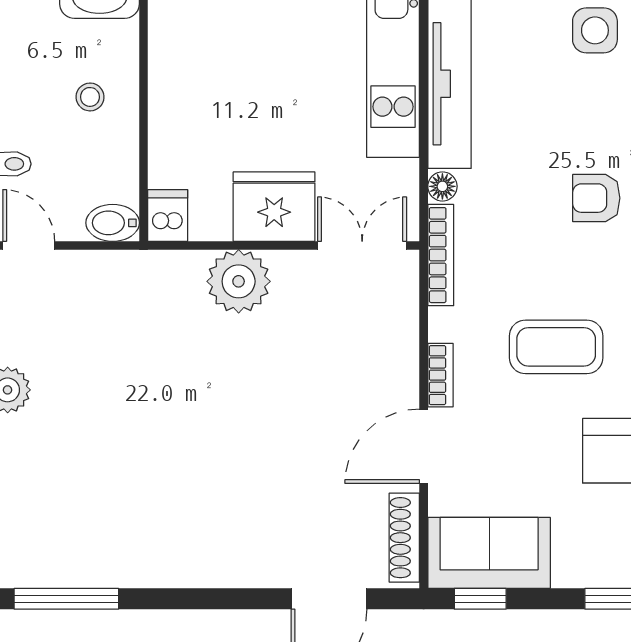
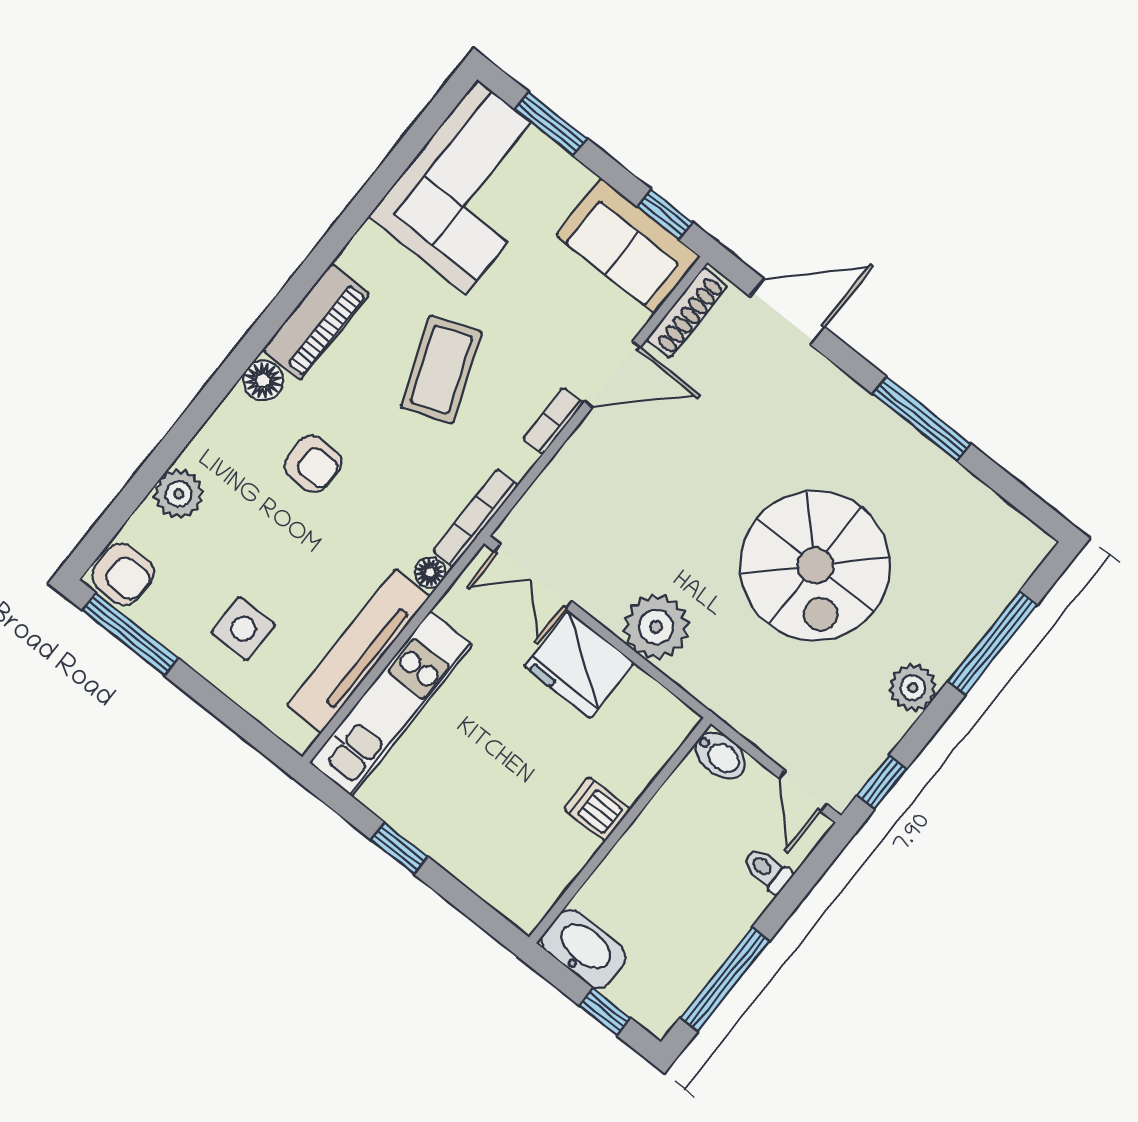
side table: (595, 30) -> (243, 629), moved
stool: (90, 97) -> (658, 872), removed
dishwasher: (168, 216) -> (597, 809), moved, turned 90
coffee table: (556, 347) -> (441, 369), turned 69
spiral stairs: (155, 423) -> (815, 566), added
window: (66, 599) -> (922, 419), moved

